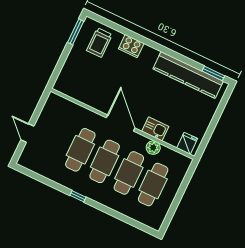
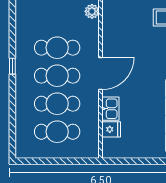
fridge: (187, 143) -> (111, 129), moved
plant: (153, 148) -> (92, 11), moved

